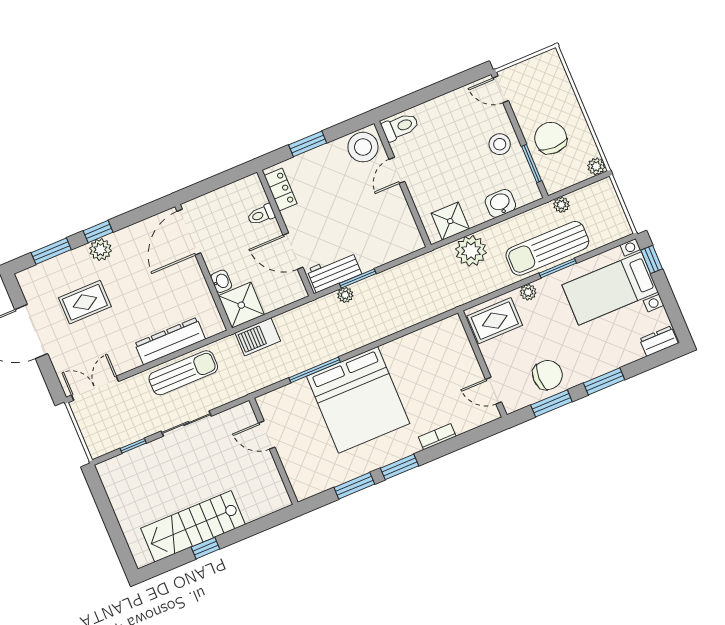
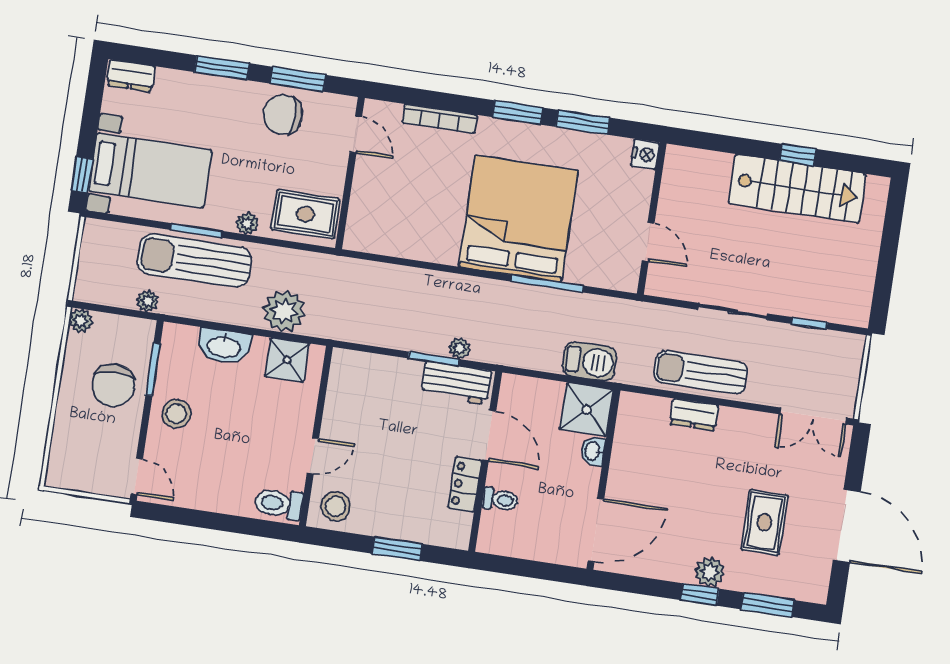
stool: (363, 147) -> (336, 506), width x0.73, depth x0.73
locker: (281, 189) -> (465, 484), moved
washbasin: (500, 203) -> (224, 346), width x1.38
sun lounger: (547, 248) -> (194, 261), turned 180
rug: (85, 302) -> (765, 522), turned 90
dresser: (170, 341) -> (694, 415), width x0.51, depth x0.80
bookcase: (437, 437) -> (440, 119), width x1.56
nightstand: (303, 490) -> (645, 154), added

